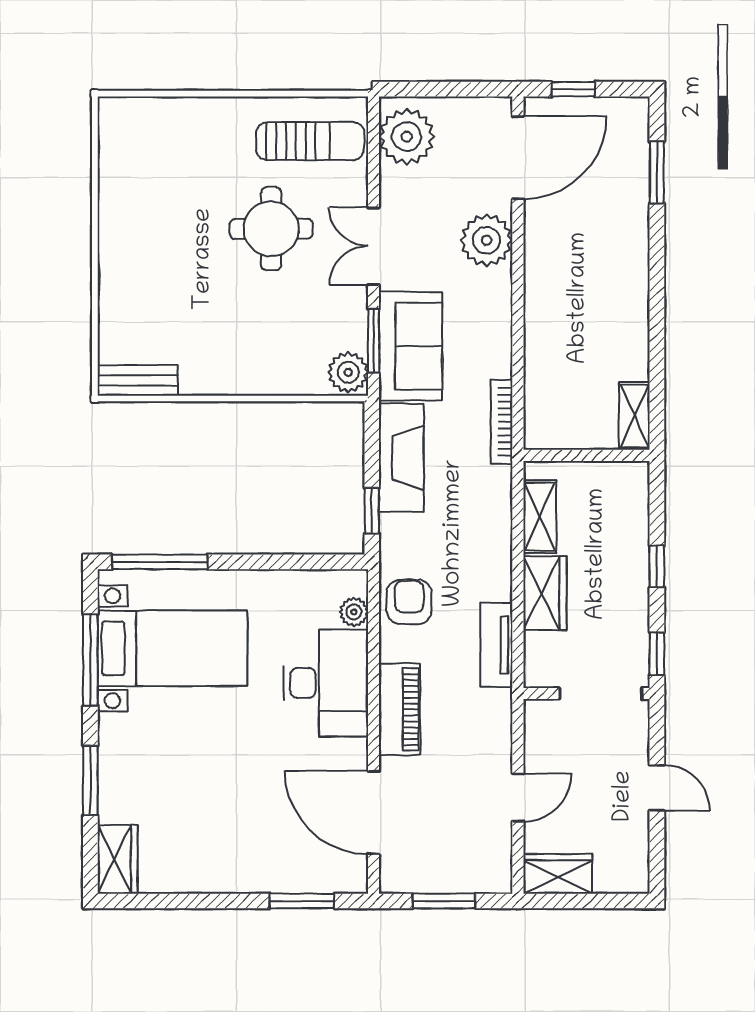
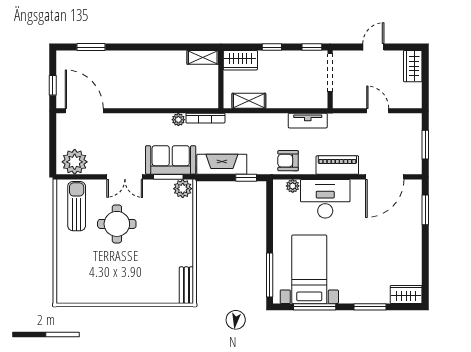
plant: (487, 240) -> (178, 120), moved, width x0.53, depth x0.53
wardrobe: (545, 593) -> (240, 60), moved, turned 180
wardrobe: (558, 874) -> (413, 66), moved

